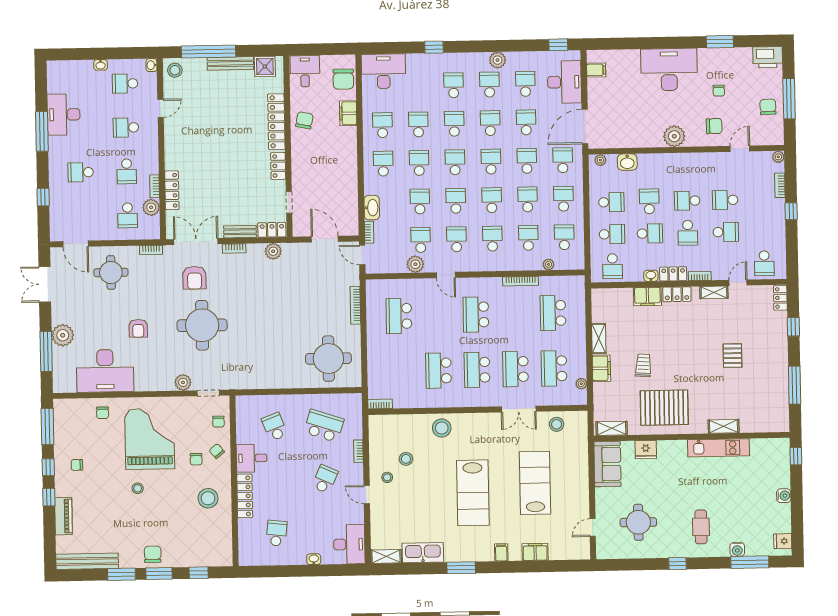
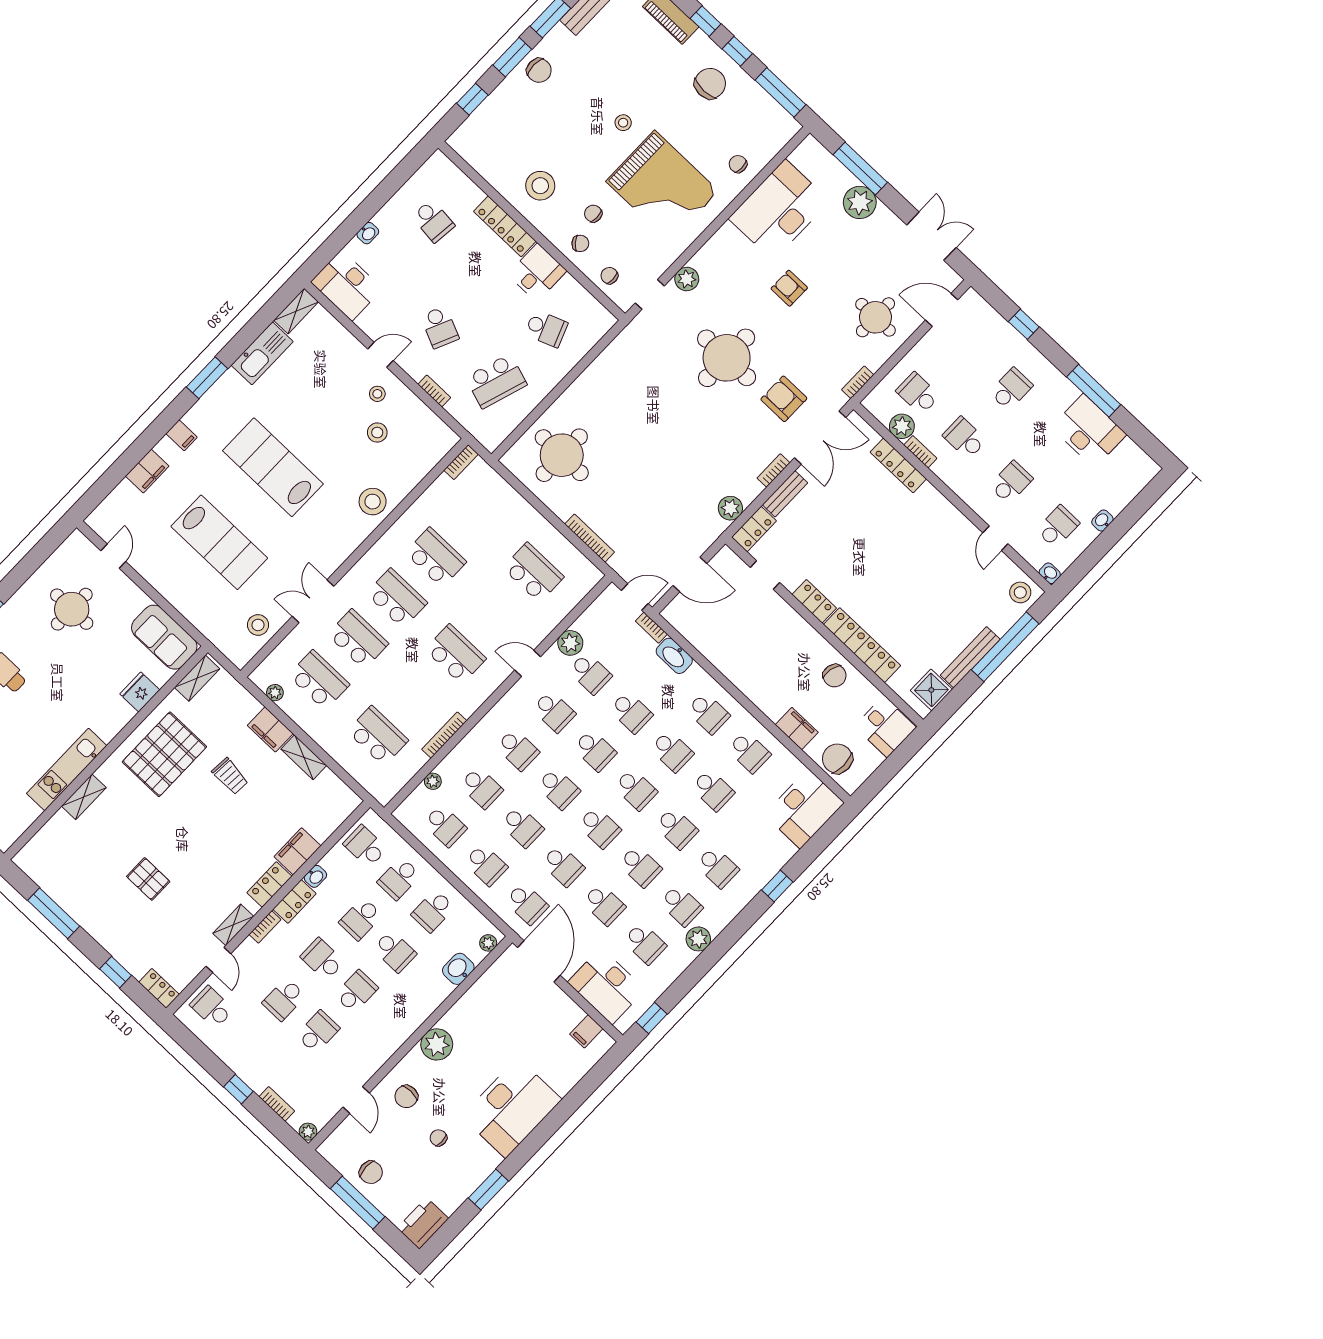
chair: (77, 465) -> (710, 84), width x1.87, depth x1.87

